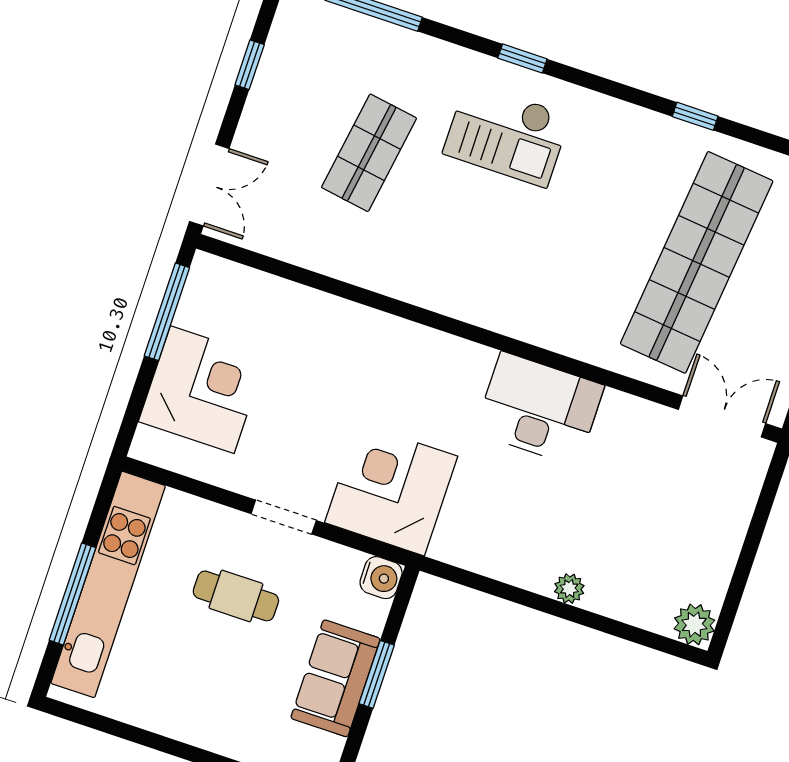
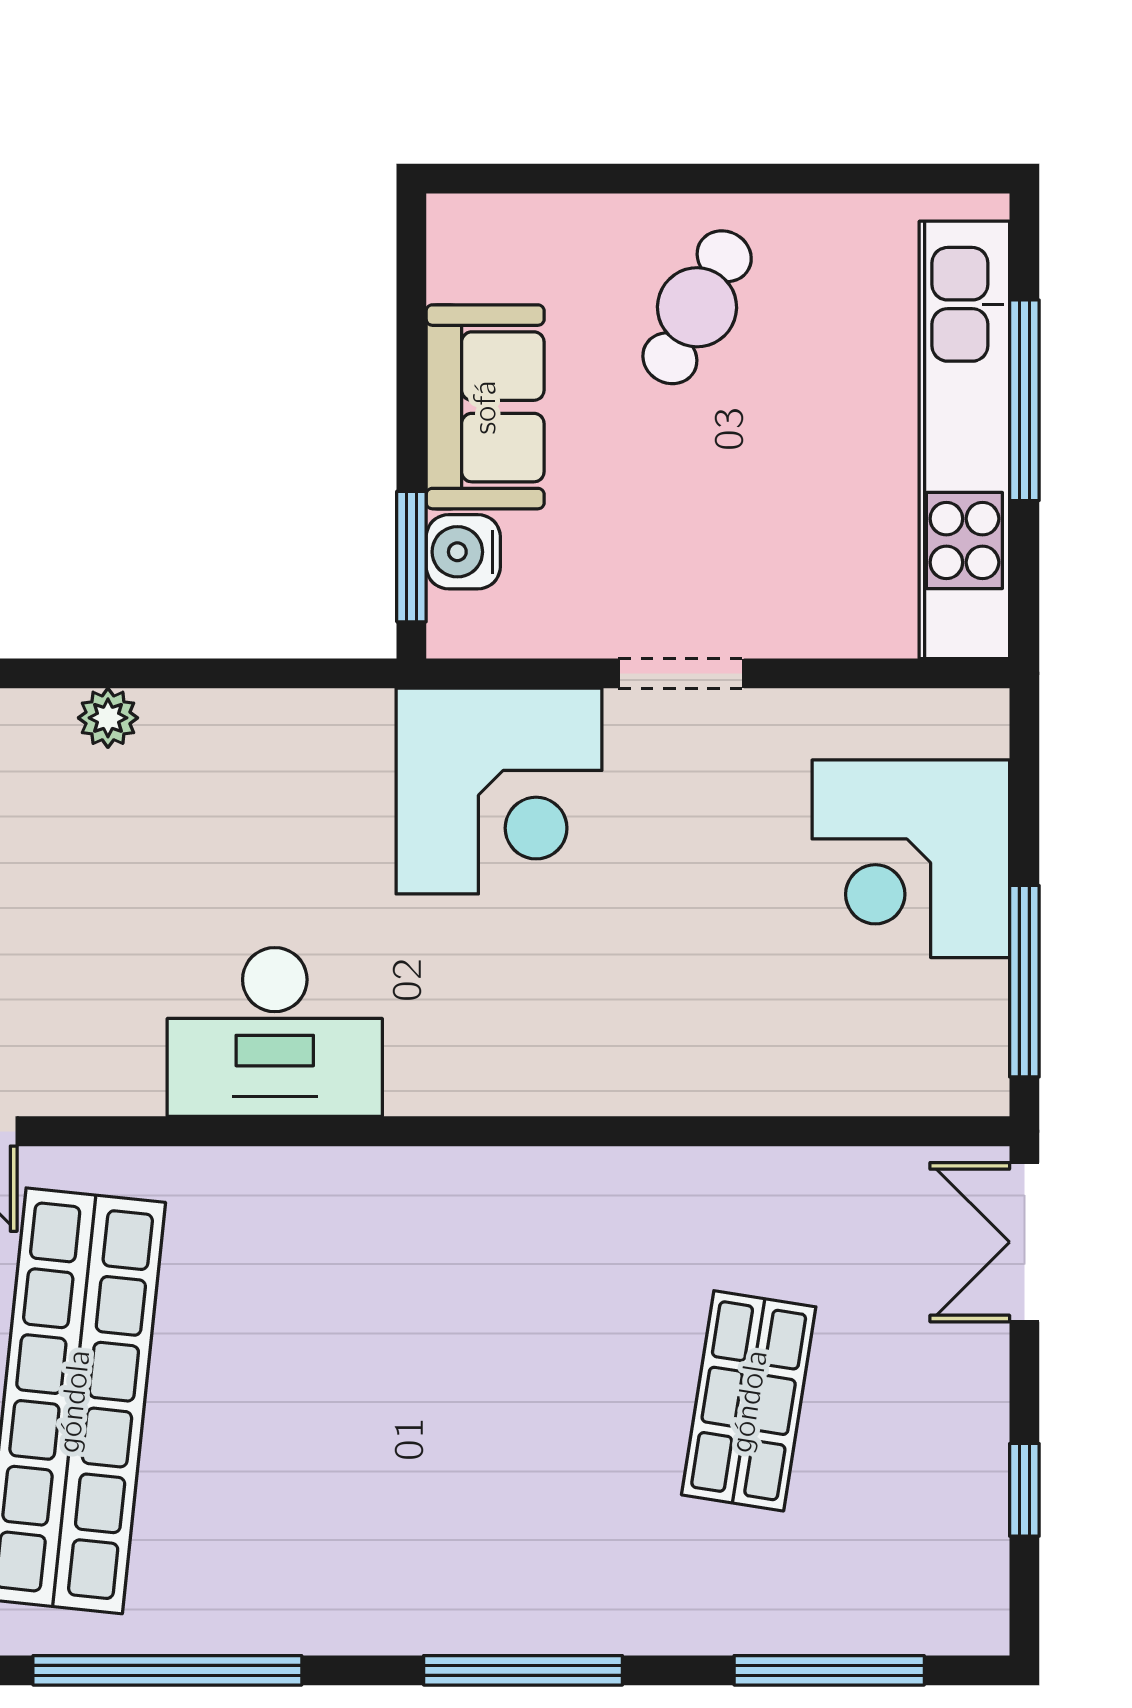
window: (522, 59) -> (523, 1670), width x2.17
window: (695, 116) -> (167, 1670), width x3.17
checkout: (507, 134) -> (505, 1520), removed
water cooler: (381, 578) -> (463, 552), moved
cafe table: (236, 596) -> (697, 307), moved, turned -62
window: (377, 674) -> (411, 557), moved

